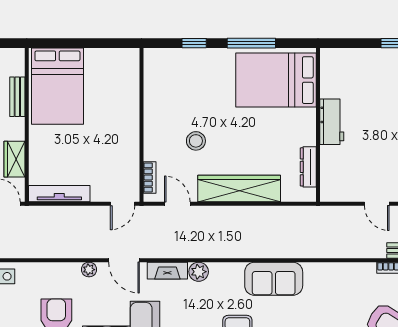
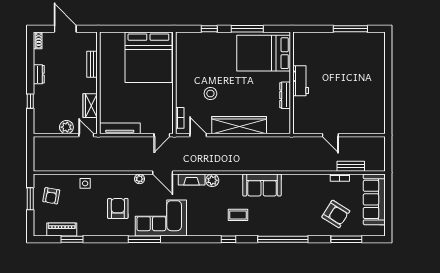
bed: (57, 86) -> (148, 57), moved, width x1.36
dresser: (308, 167) -> (285, 95), moved

